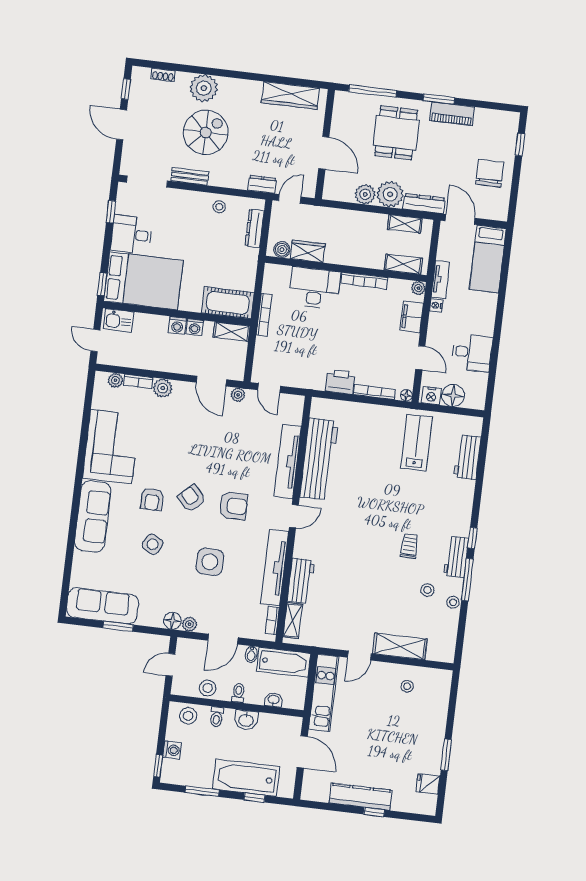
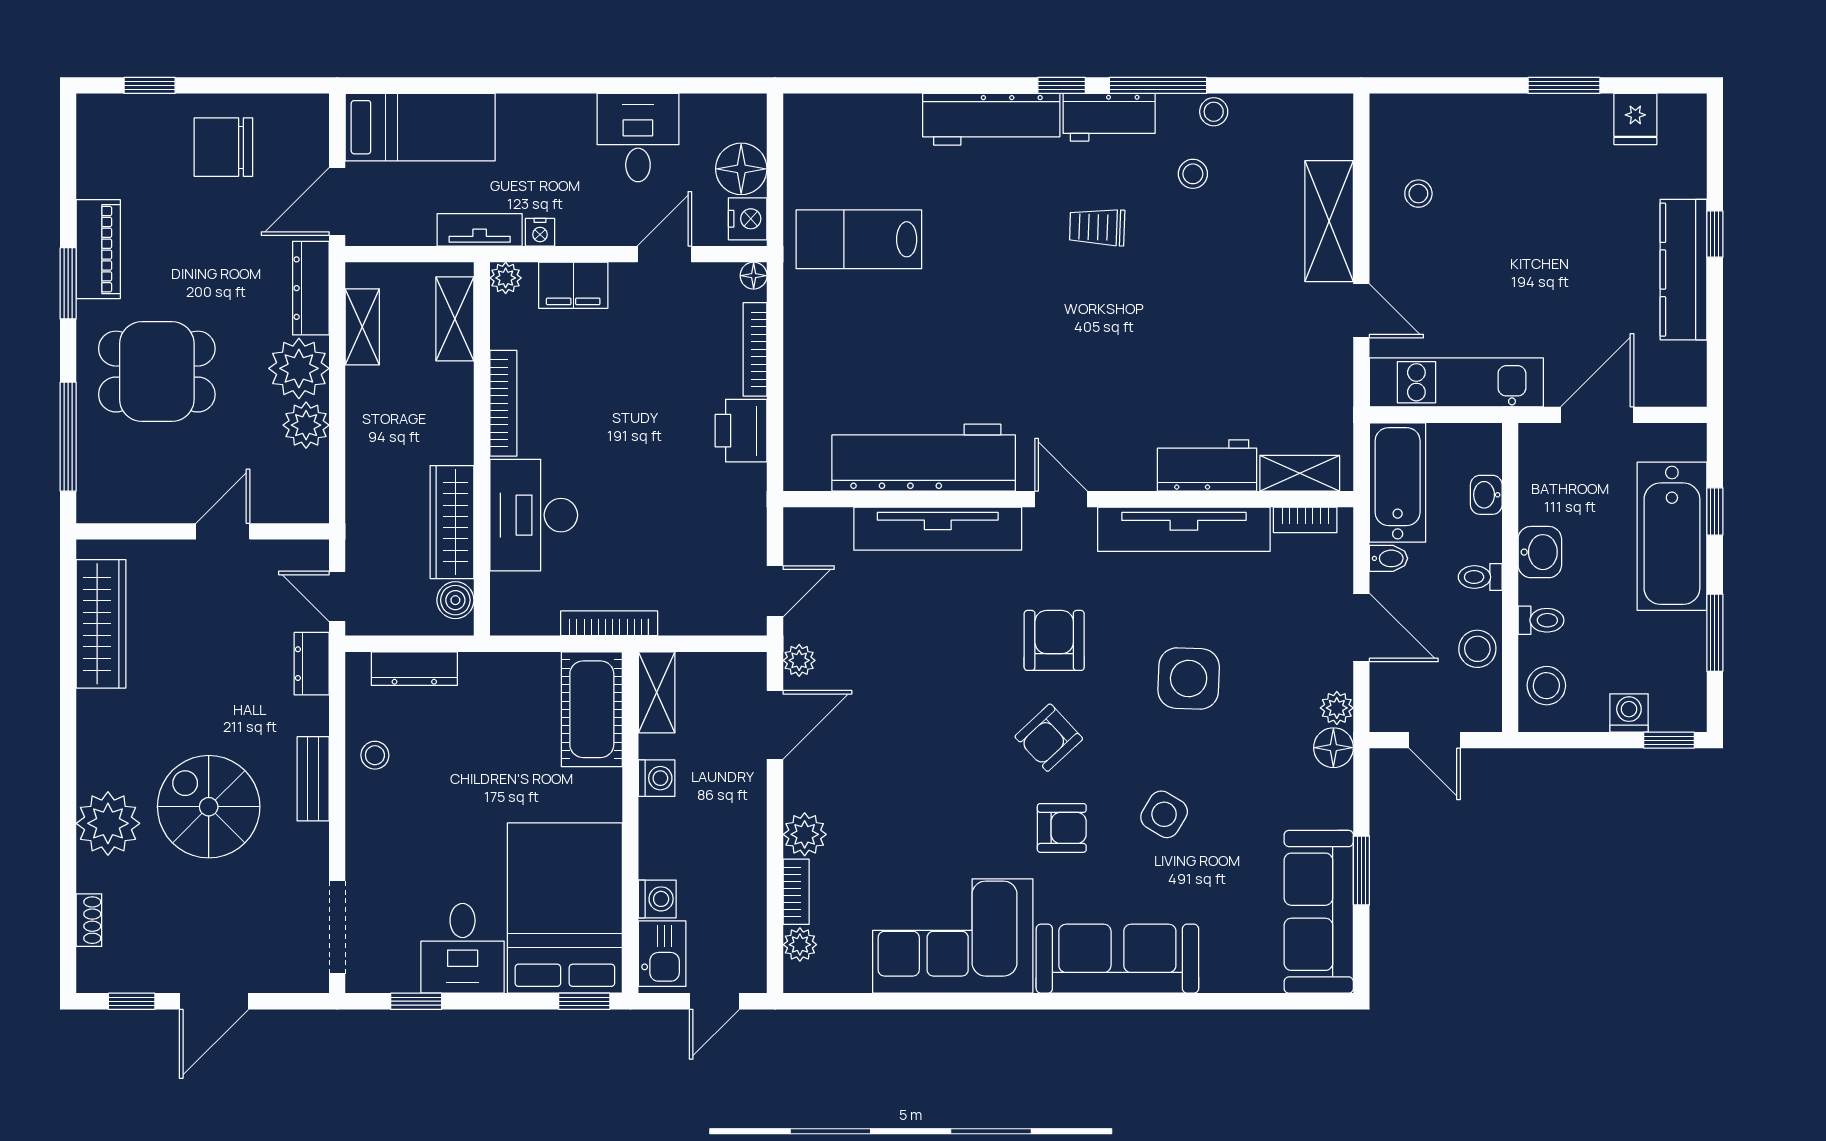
door: (324, 153) -> (223, 531), width x0.73
bench: (190, 176) -> (313, 779), moved
wardrobe: (308, 251) -> (452, 522), width x1.50
washing machine: (177, 325) -> (657, 899), moved
workbench: (467, 457) -> (991, 119), moved, width x1.37

